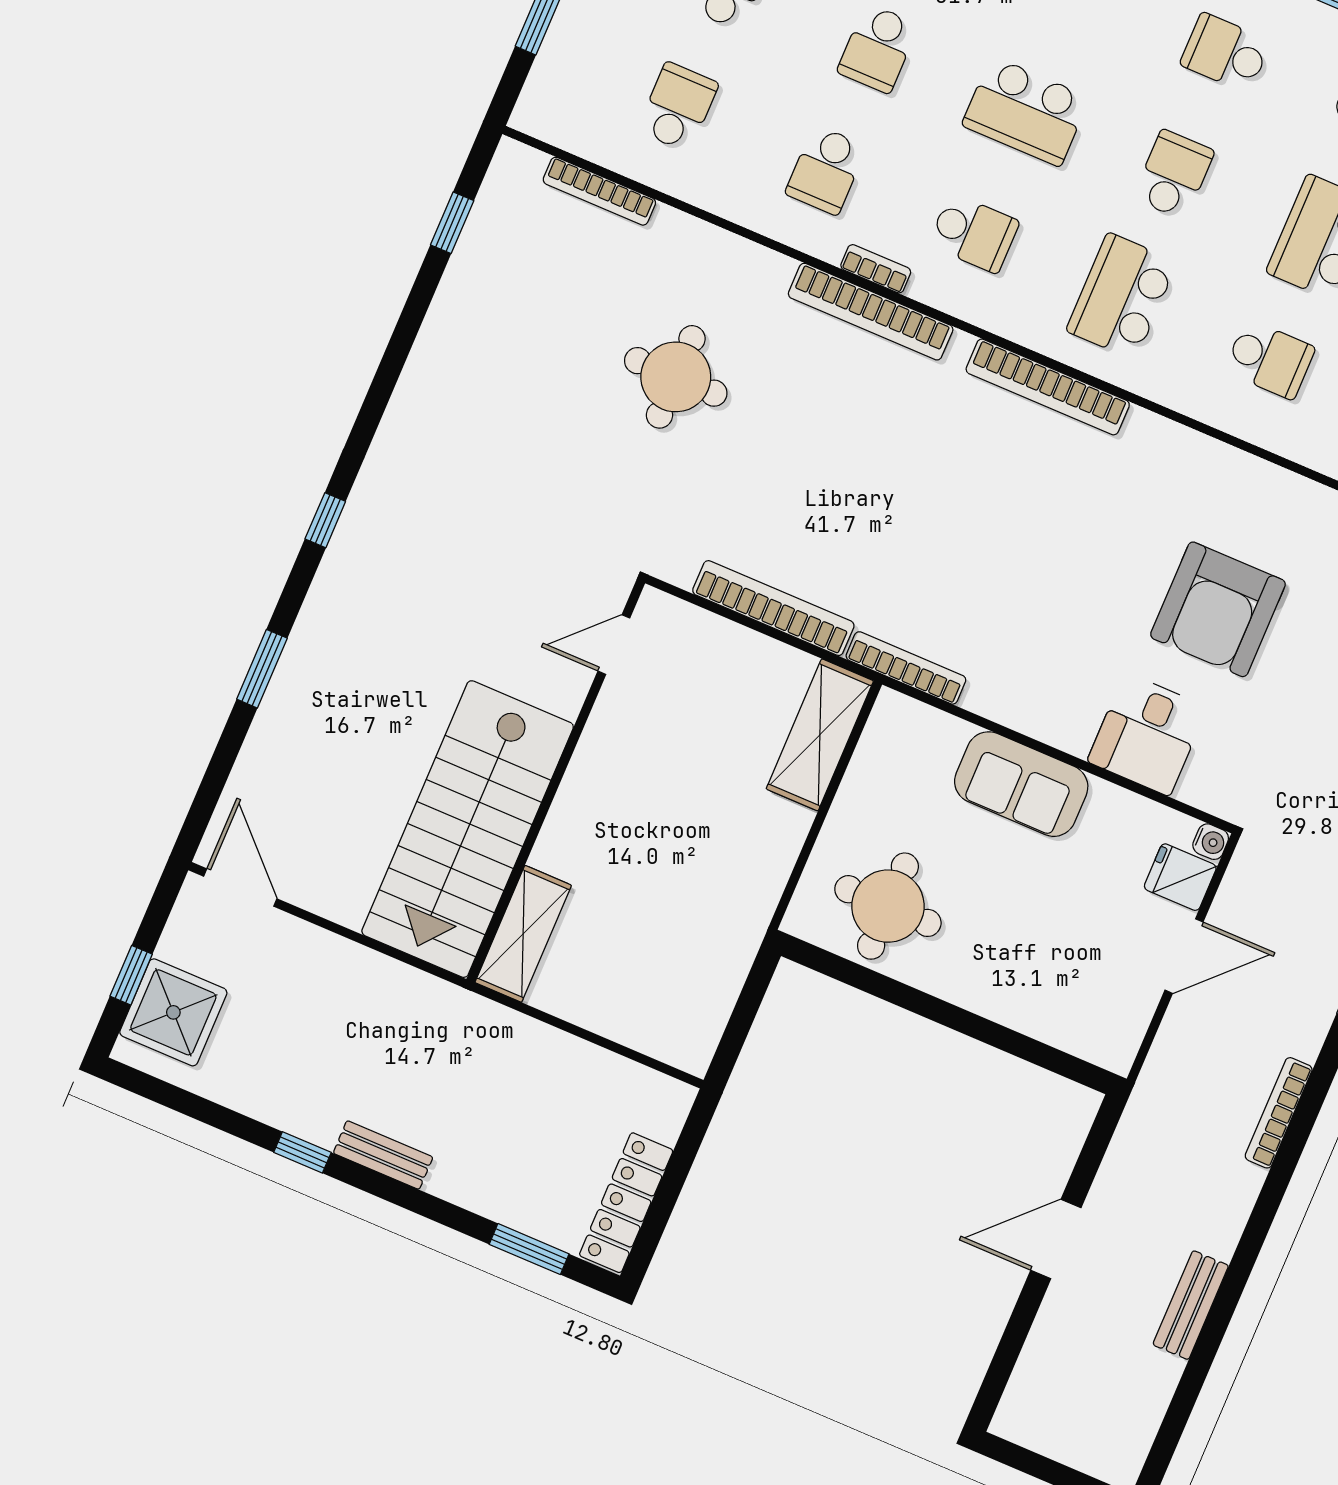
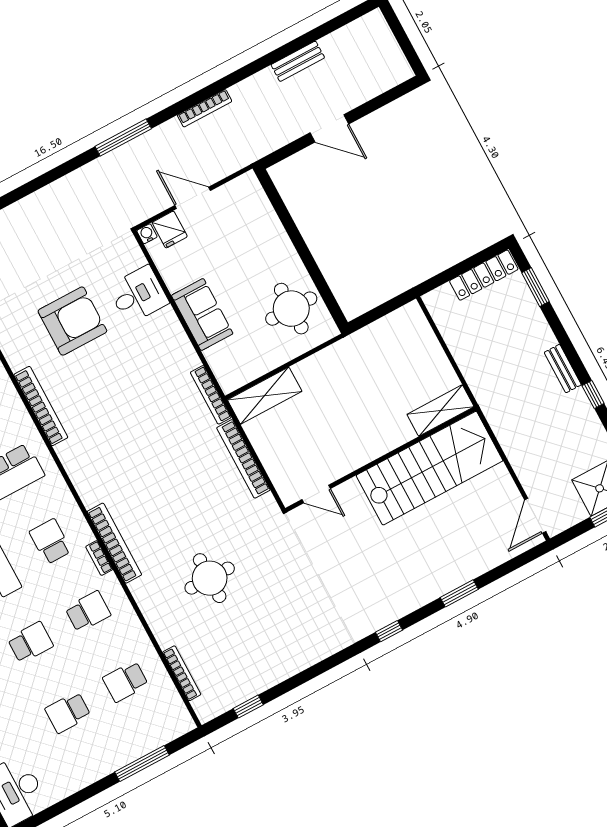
bookcase: (1048, 387) -> (41, 406), moved

